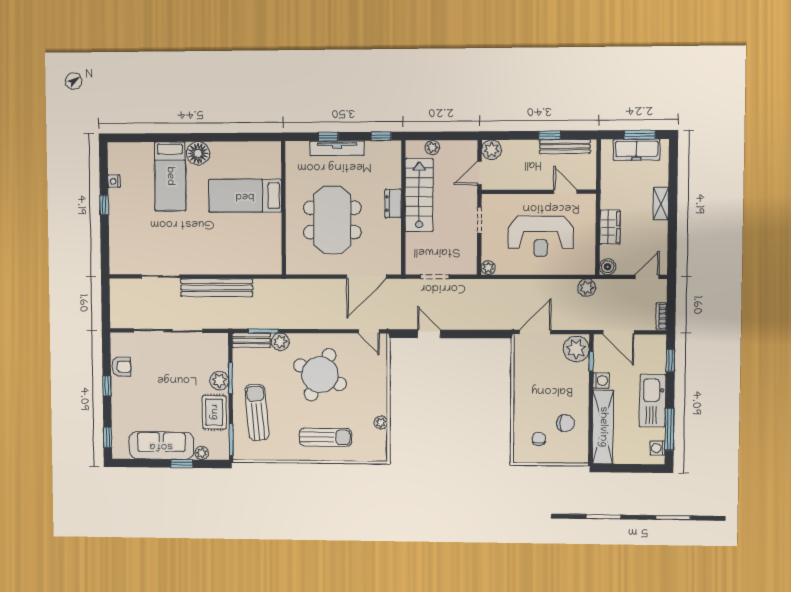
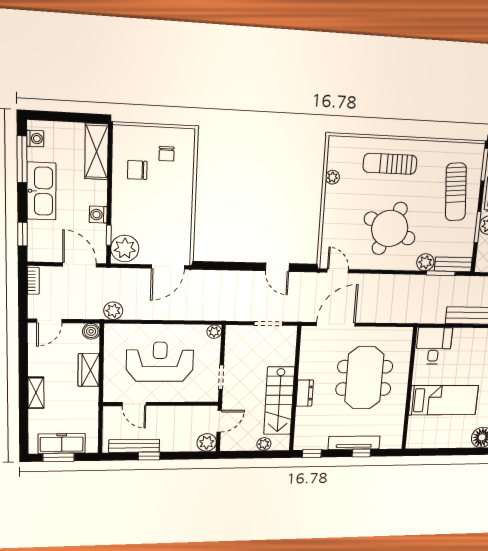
desk: (262, 255) -> (434, 346), added
shelving: (603, 427) -> (97, 151), width x0.68

